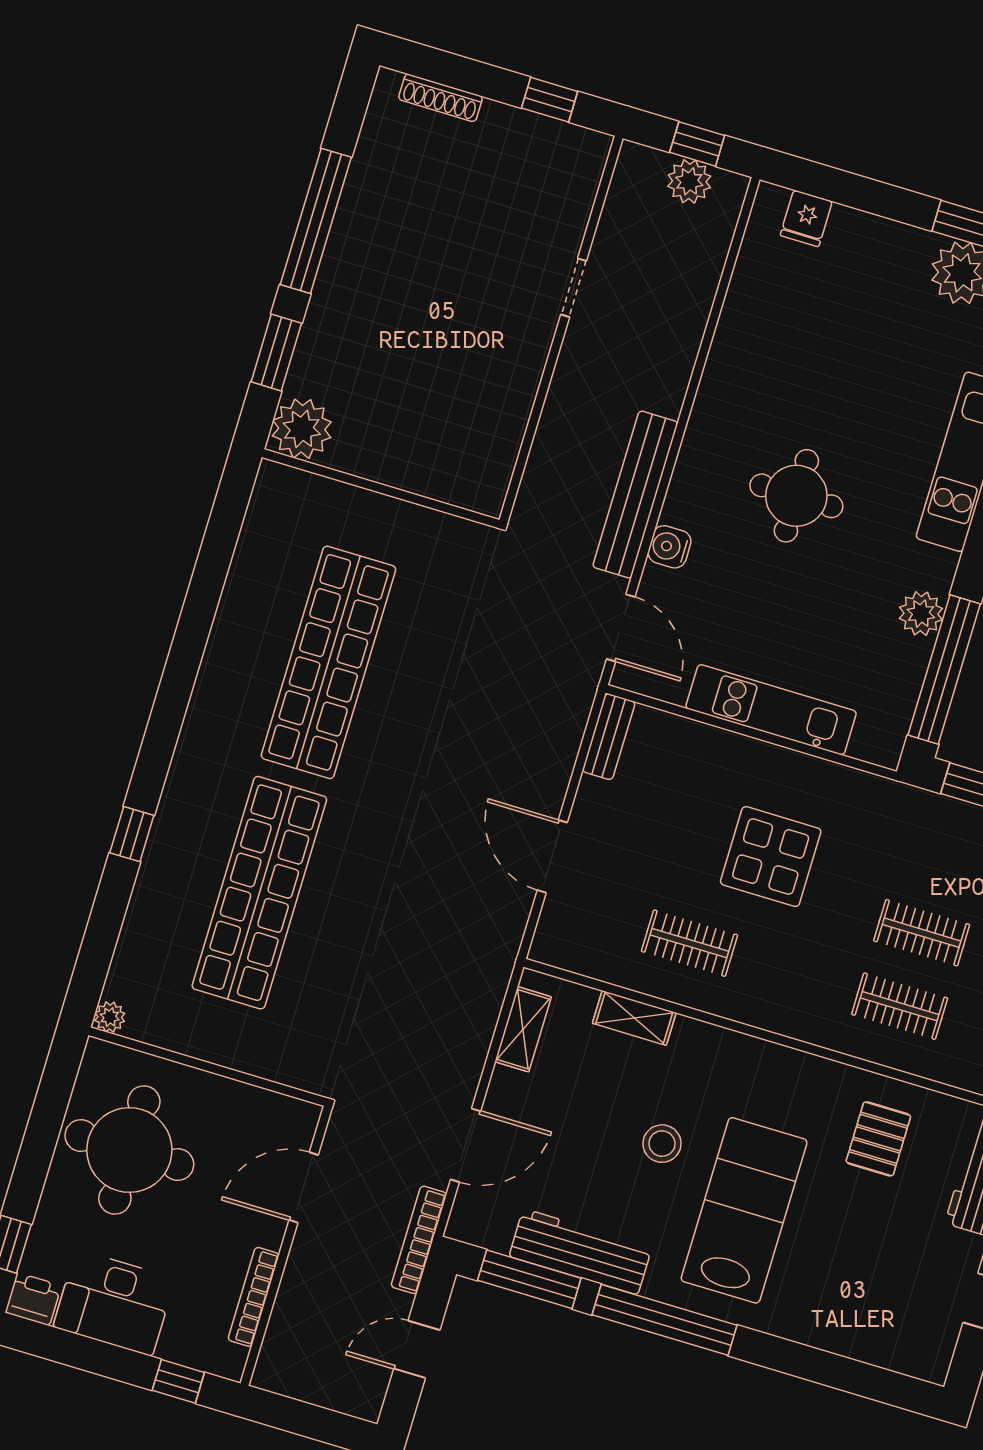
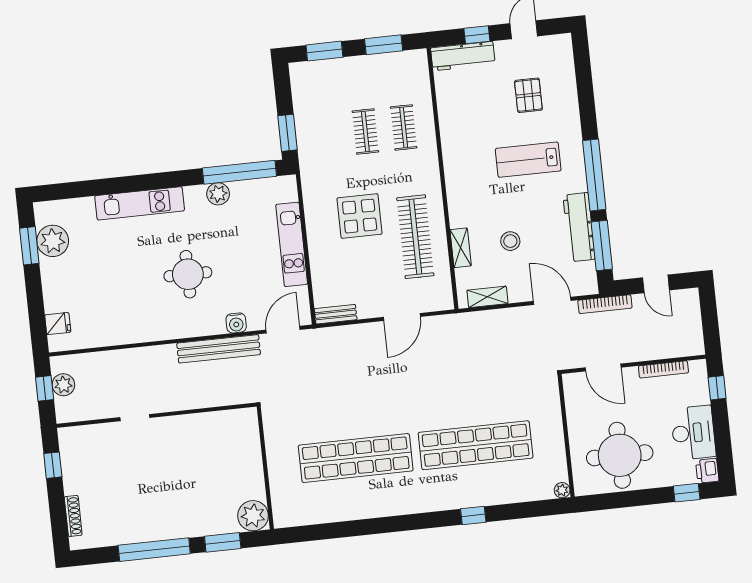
clothes rail: (689, 943) -> (415, 237), width x1.86, depth x1.31
pallet: (878, 1139) -> (528, 95), moved, turned 90
stool: (662, 1144) -> (510, 241), moved
lab bench: (744, 1210) -> (528, 160), width x0.73, depth x0.72

